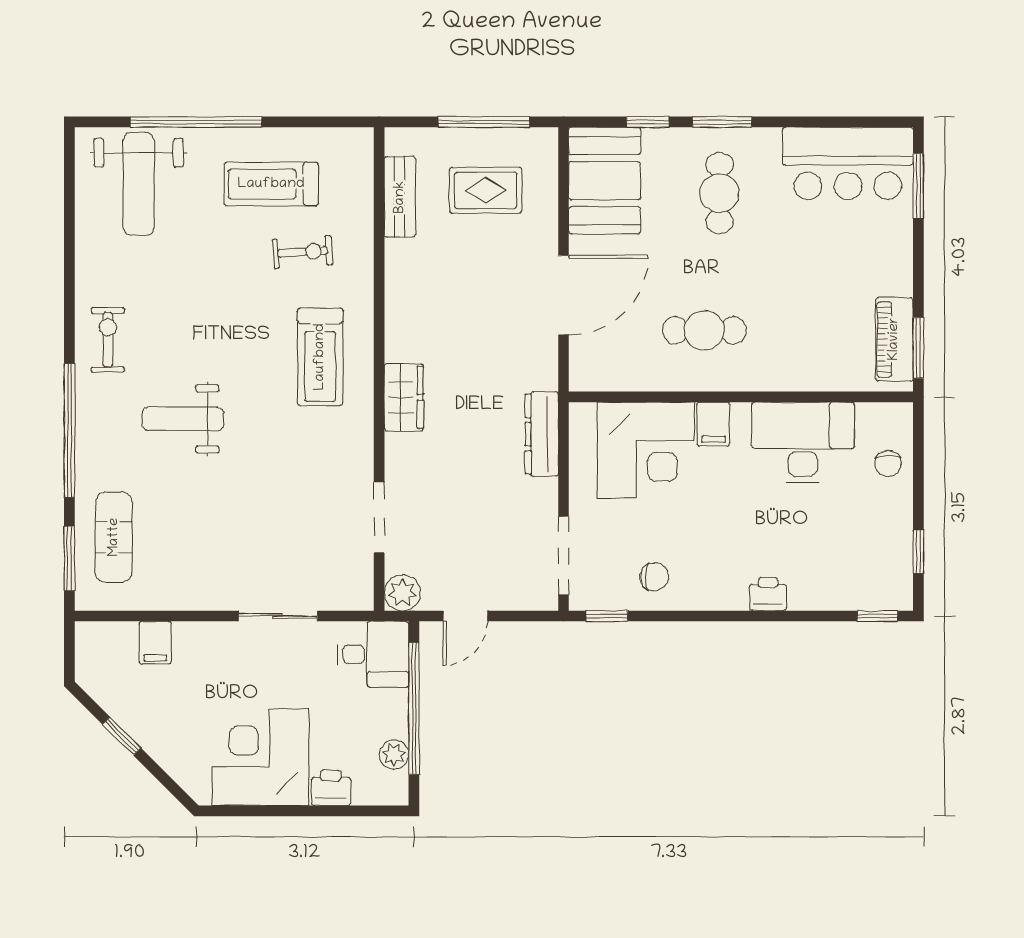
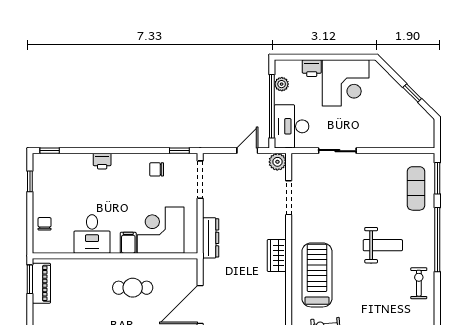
exercise bike: (108, 340) -> (419, 283), turned 180
treadmill: (320, 357) -> (317, 275), width x1.37, depth x1.38
desk: (803, 442) -> (92, 234), width x0.73
filing cabinet: (155, 643) -> (396, 138), removed
desk: (373, 654) -> (292, 126), width x1.37

